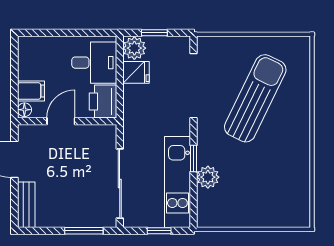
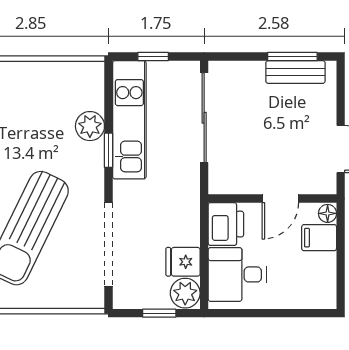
bench: (26, 205) -> (295, 72), moved, turned 90
window: (84, 231) -> (292, 57), moved

